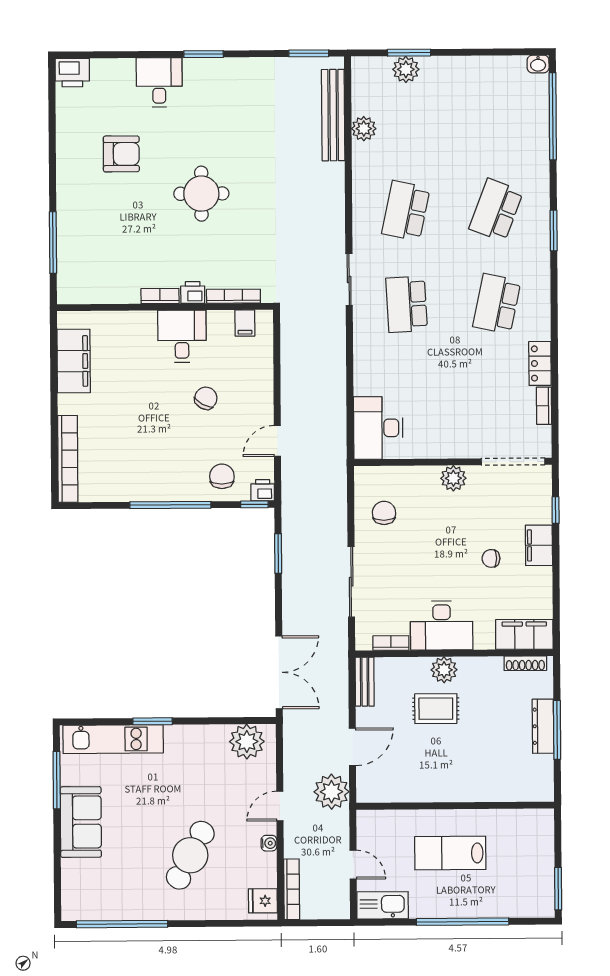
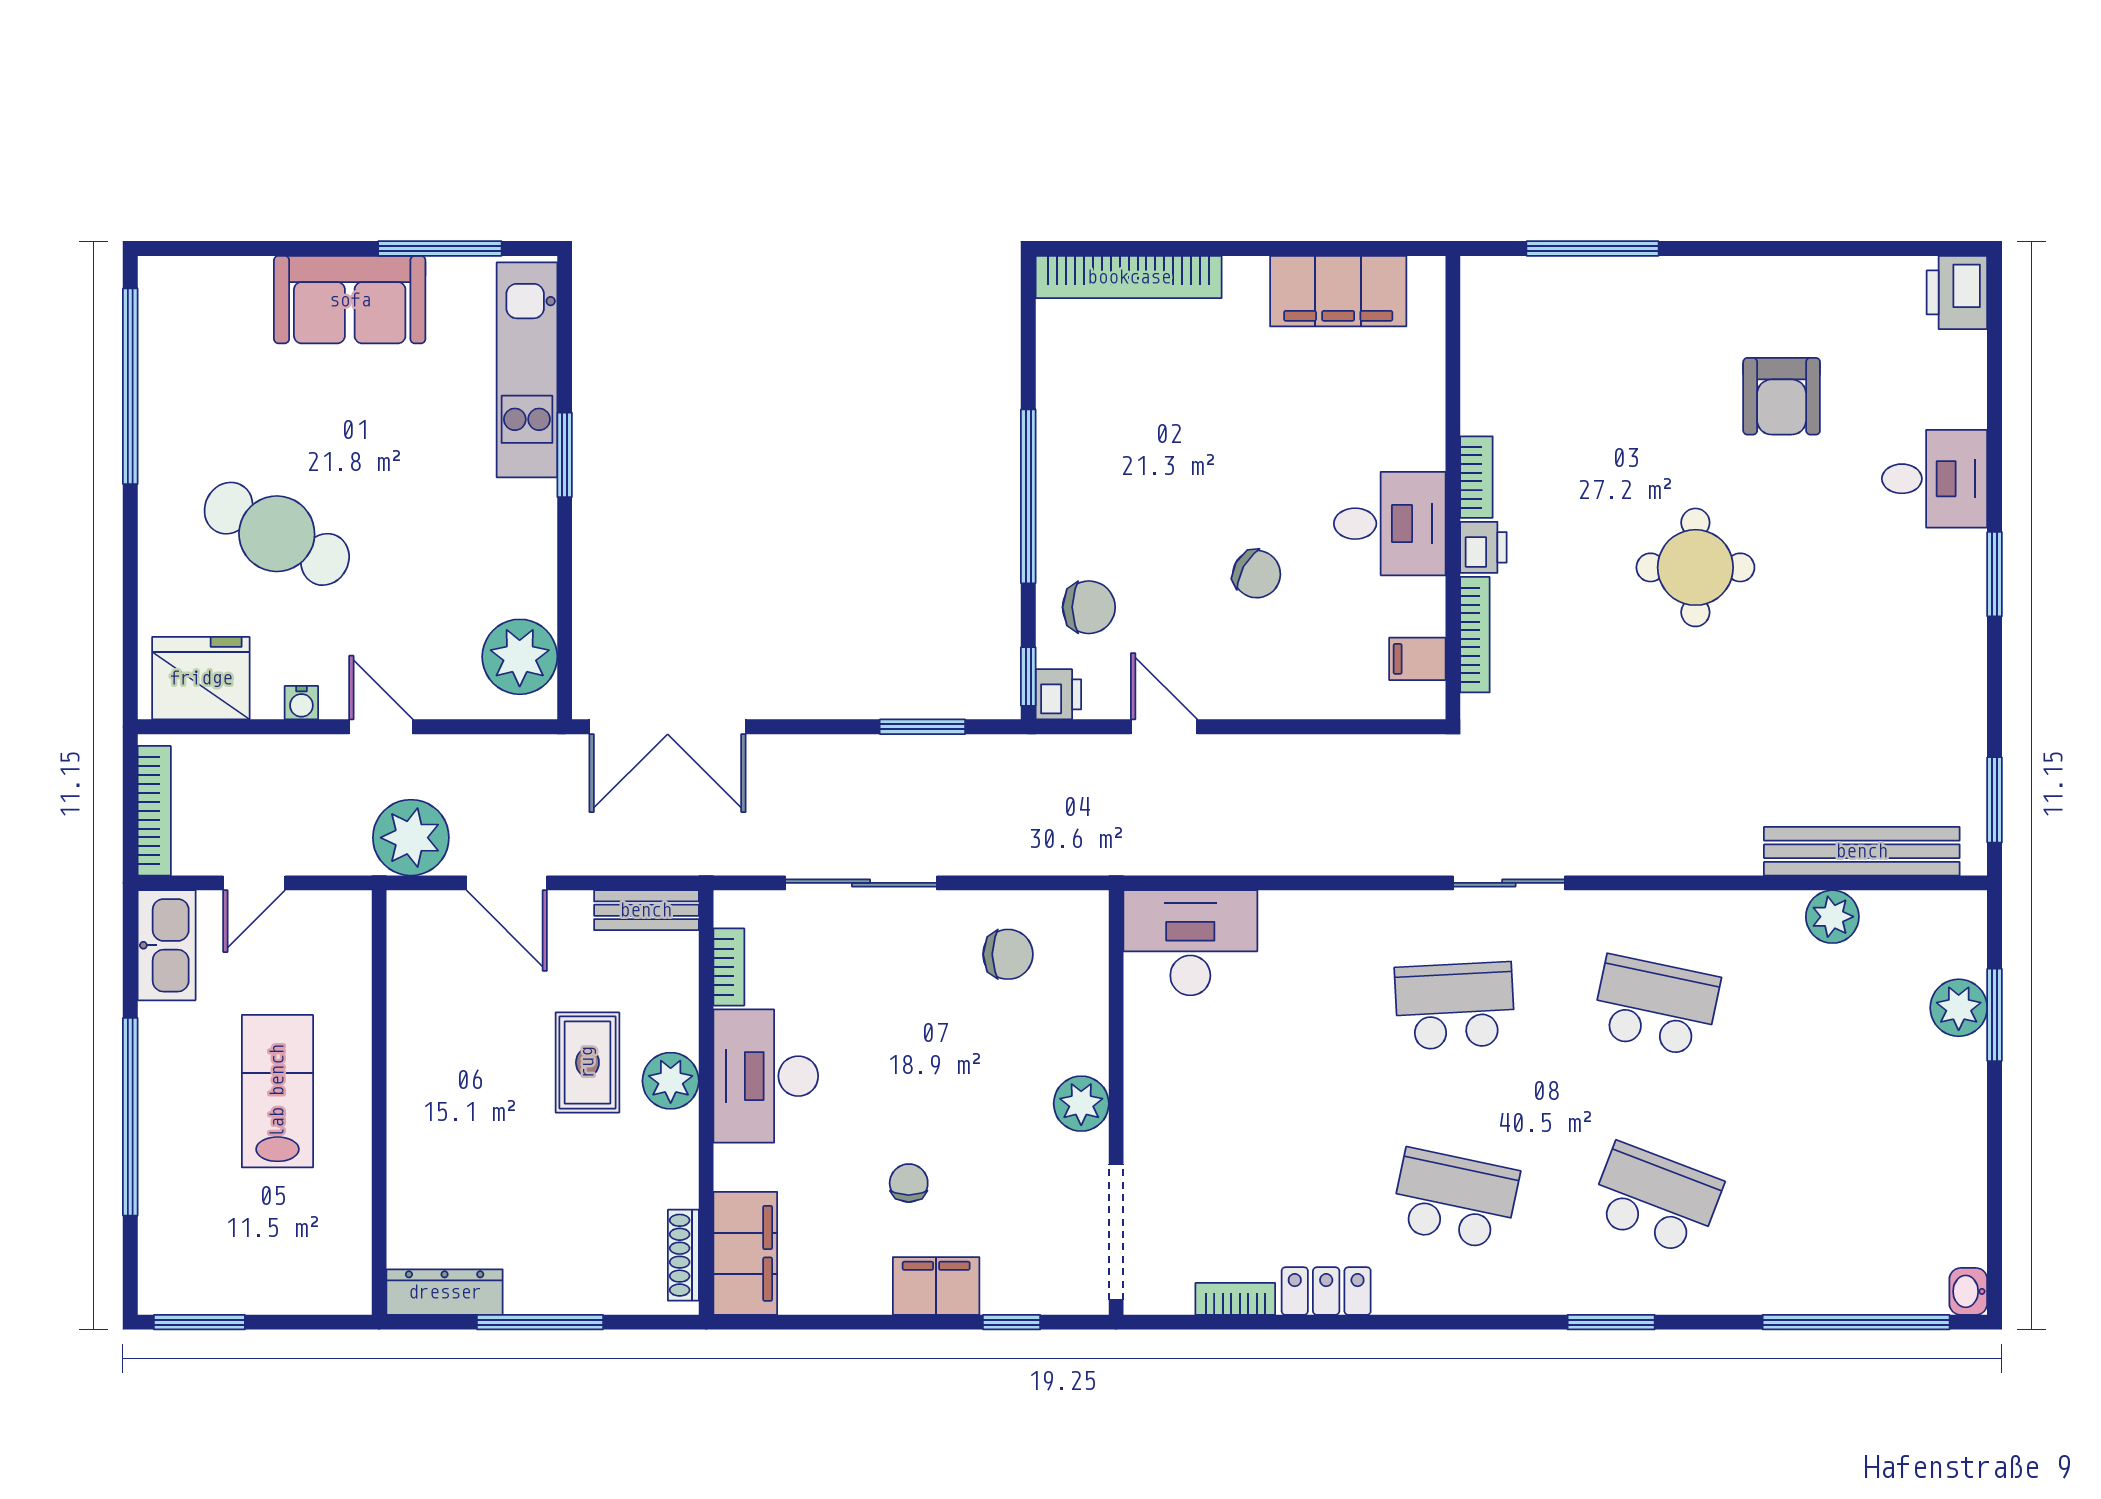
dresser: (543, 726) -> (445, 1292), moved
bookcase: (292, 889) -> (154, 811), moved, turned -90
fridge: (263, 901) -> (201, 678), width x1.88, depth x1.34

